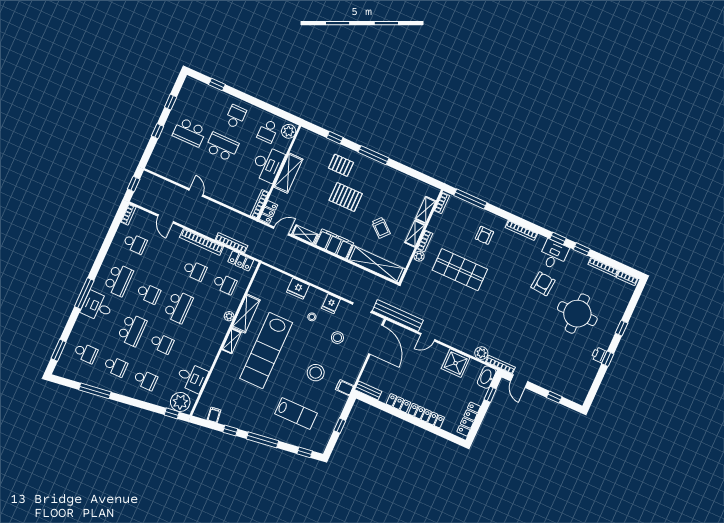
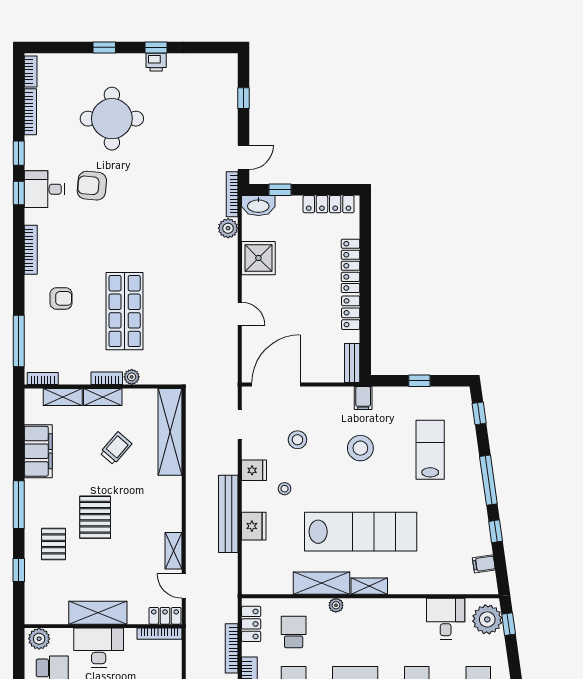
filing cabinet: (334, 244) -> (38, 451), moved, turned 180
bench: (398, 316) -> (228, 514), moved

